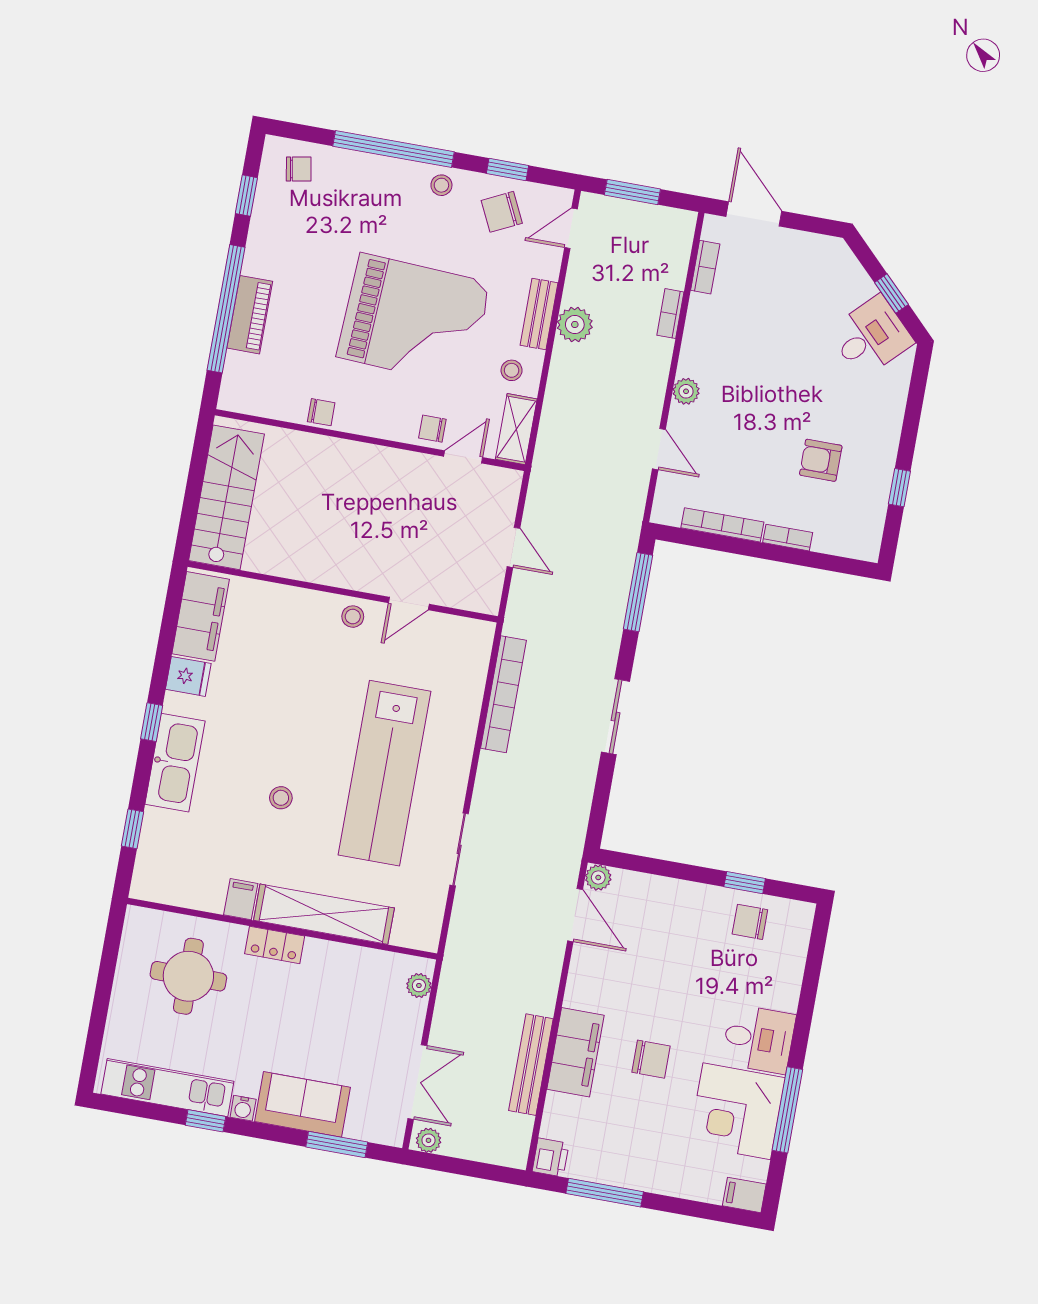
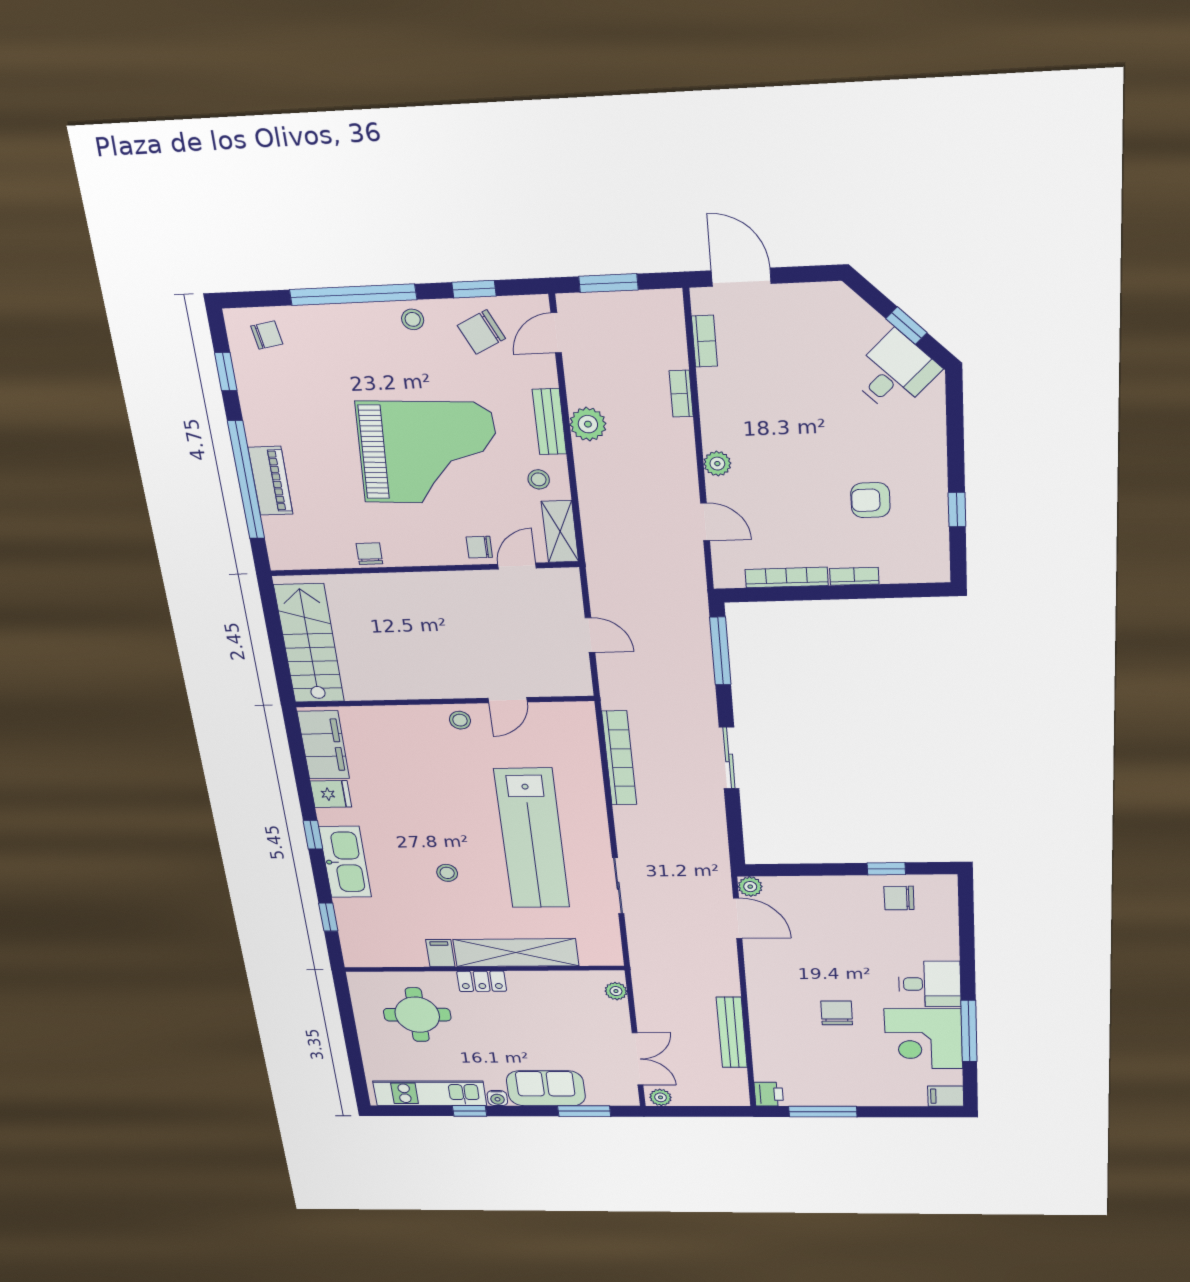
chair: (321, 412) -> (369, 554), turned -90
filing cabinet: (576, 1052) -> (768, 1018), removed
chair: (651, 1059) -> (837, 1013), turned -90

